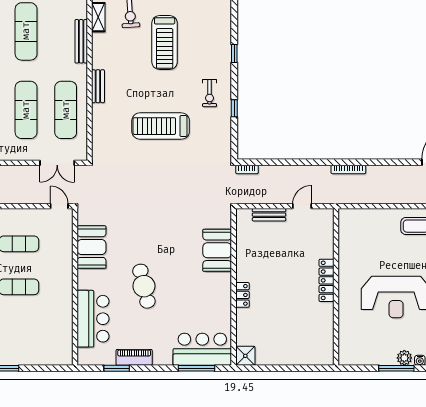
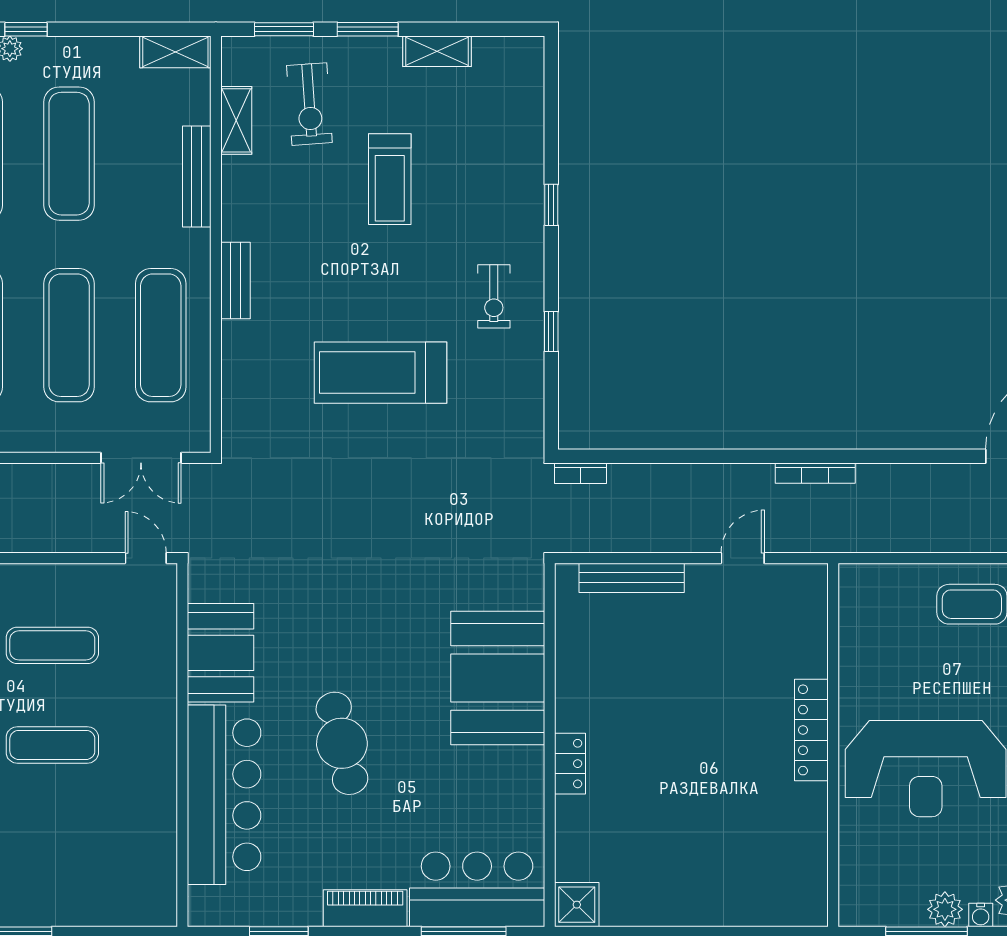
treadmill: (165, 42) -> (390, 179), width x0.73, depth x0.73
door: (302, 206) -> (743, 558), moved
bench: (269, 215) -> (632, 578), width x1.36
booth: (217, 250) -> (498, 678), width x1.36, depth x1.42
locker: (326, 280) -> (811, 730), moved
wall: (336, 287) -> (833, 745), moved
bar counter: (93, 319) -> (224, 795), width x1.36
piano: (134, 357) -> (365, 908), moved

